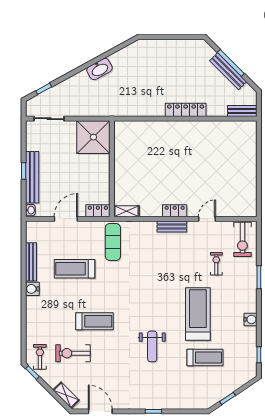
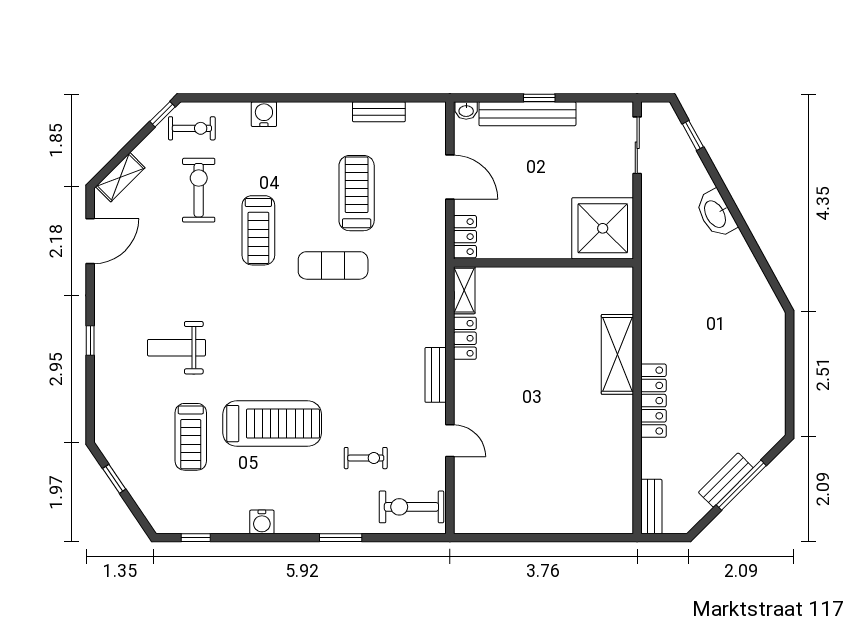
washbasin: (99, 69) -> (716, 214), moved
bench: (228, 71) -> (726, 480), width x0.73
shelving: (161, 129) -> (617, 354), added
locker: (175, 211) -> (465, 338), moved
exercise mat: (113, 242) -> (333, 265), moved
bench: (31, 262) -> (379, 112), width x0.73
water cooler: (32, 289) -> (264, 114), moved
weight bench: (152, 346) -> (176, 348), moved

